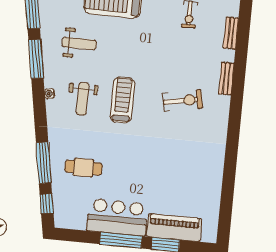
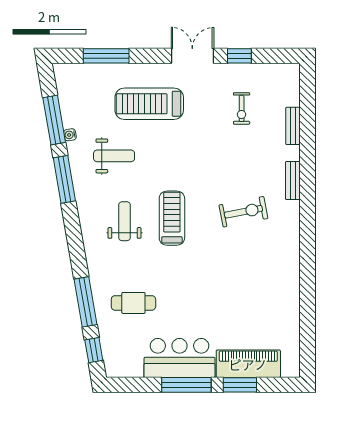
water cooler: (50, 94) -> (70, 135), moved
weight bench: (83, 99) -> (124, 221), turned 180

